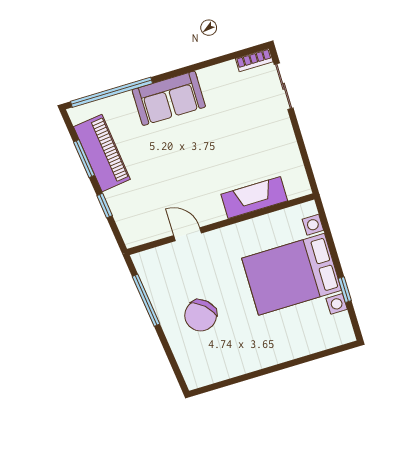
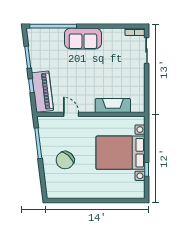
piano: (102, 153) -> (42, 92), moved

